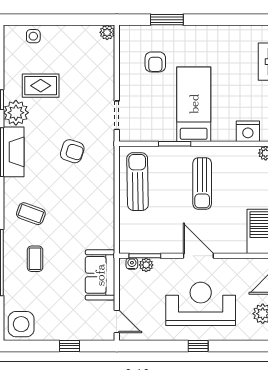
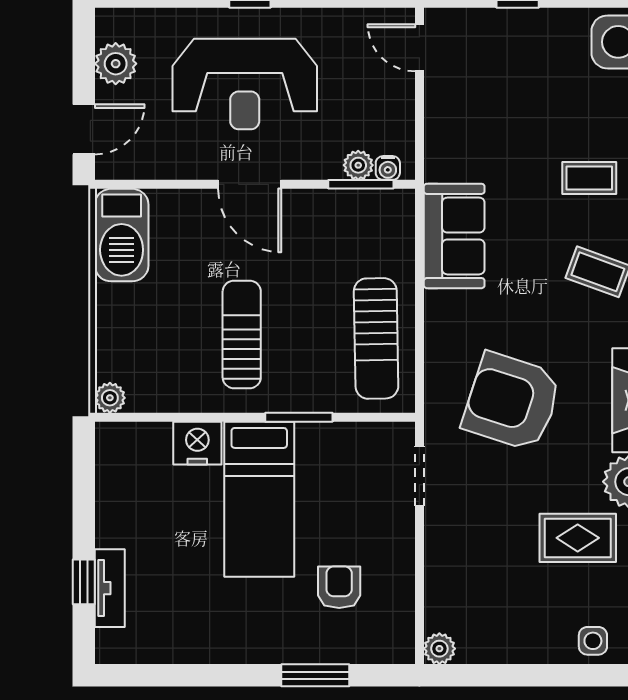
nightstand: (248, 131) -> (197, 443), moved
armchair: (72, 151) -> (512, 402), width x1.88, depth x1.88
coffee table: (35, 259) -> (589, 178), turned 90
sofa: (100, 275) -> (454, 236), moved

